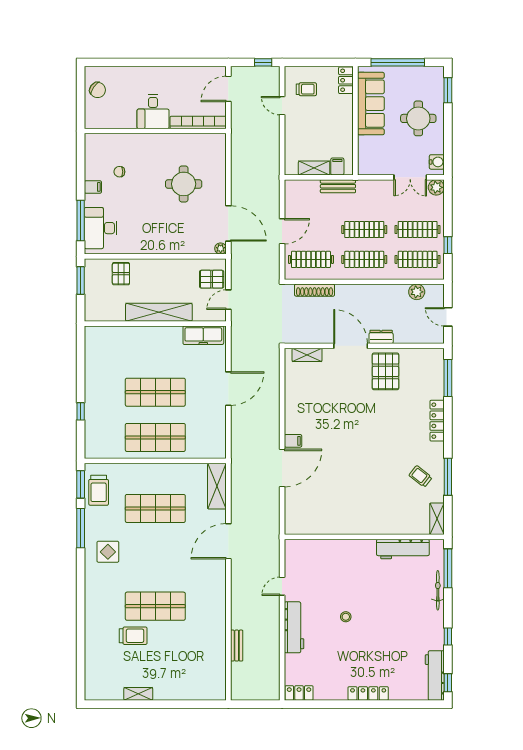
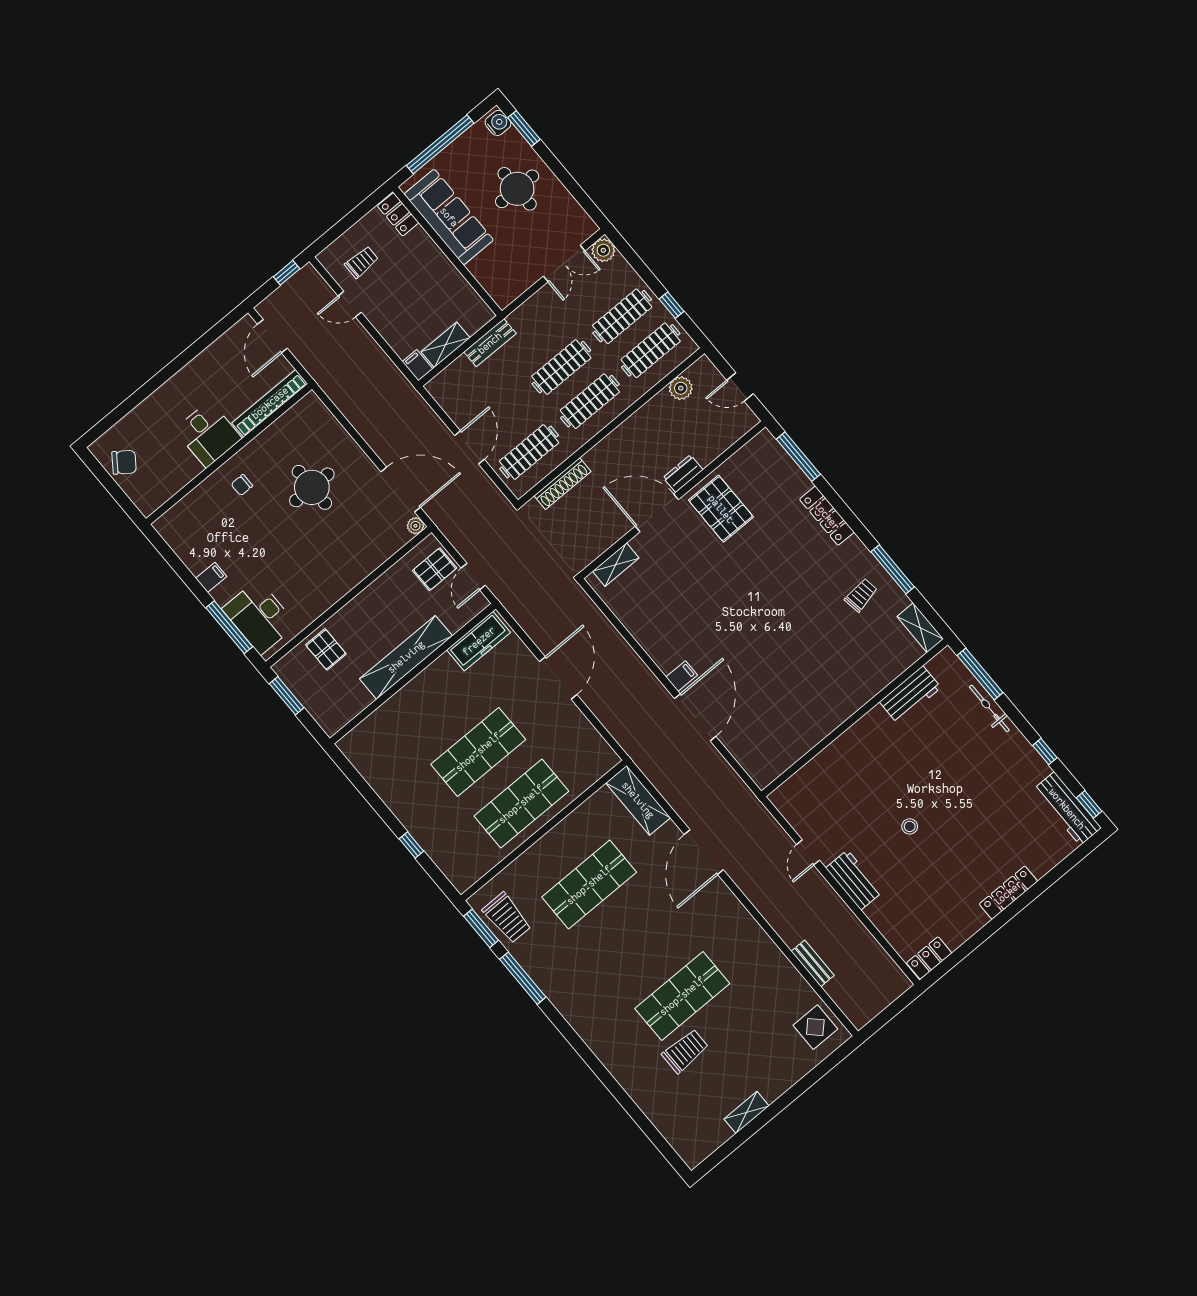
water cooler: (437, 162) -> (498, 123), moved
filing cabinet: (337, 166) -> (417, 365), moved
chair: (119, 172) -> (242, 485), moved
trolley: (420, 476) -> (861, 595), turned 133
workbench: (403, 549) -> (910, 695), width x0.73
display table: (108, 552) -> (815, 1027), moved
workbench: (294, 627) -> (854, 880), width x0.73

